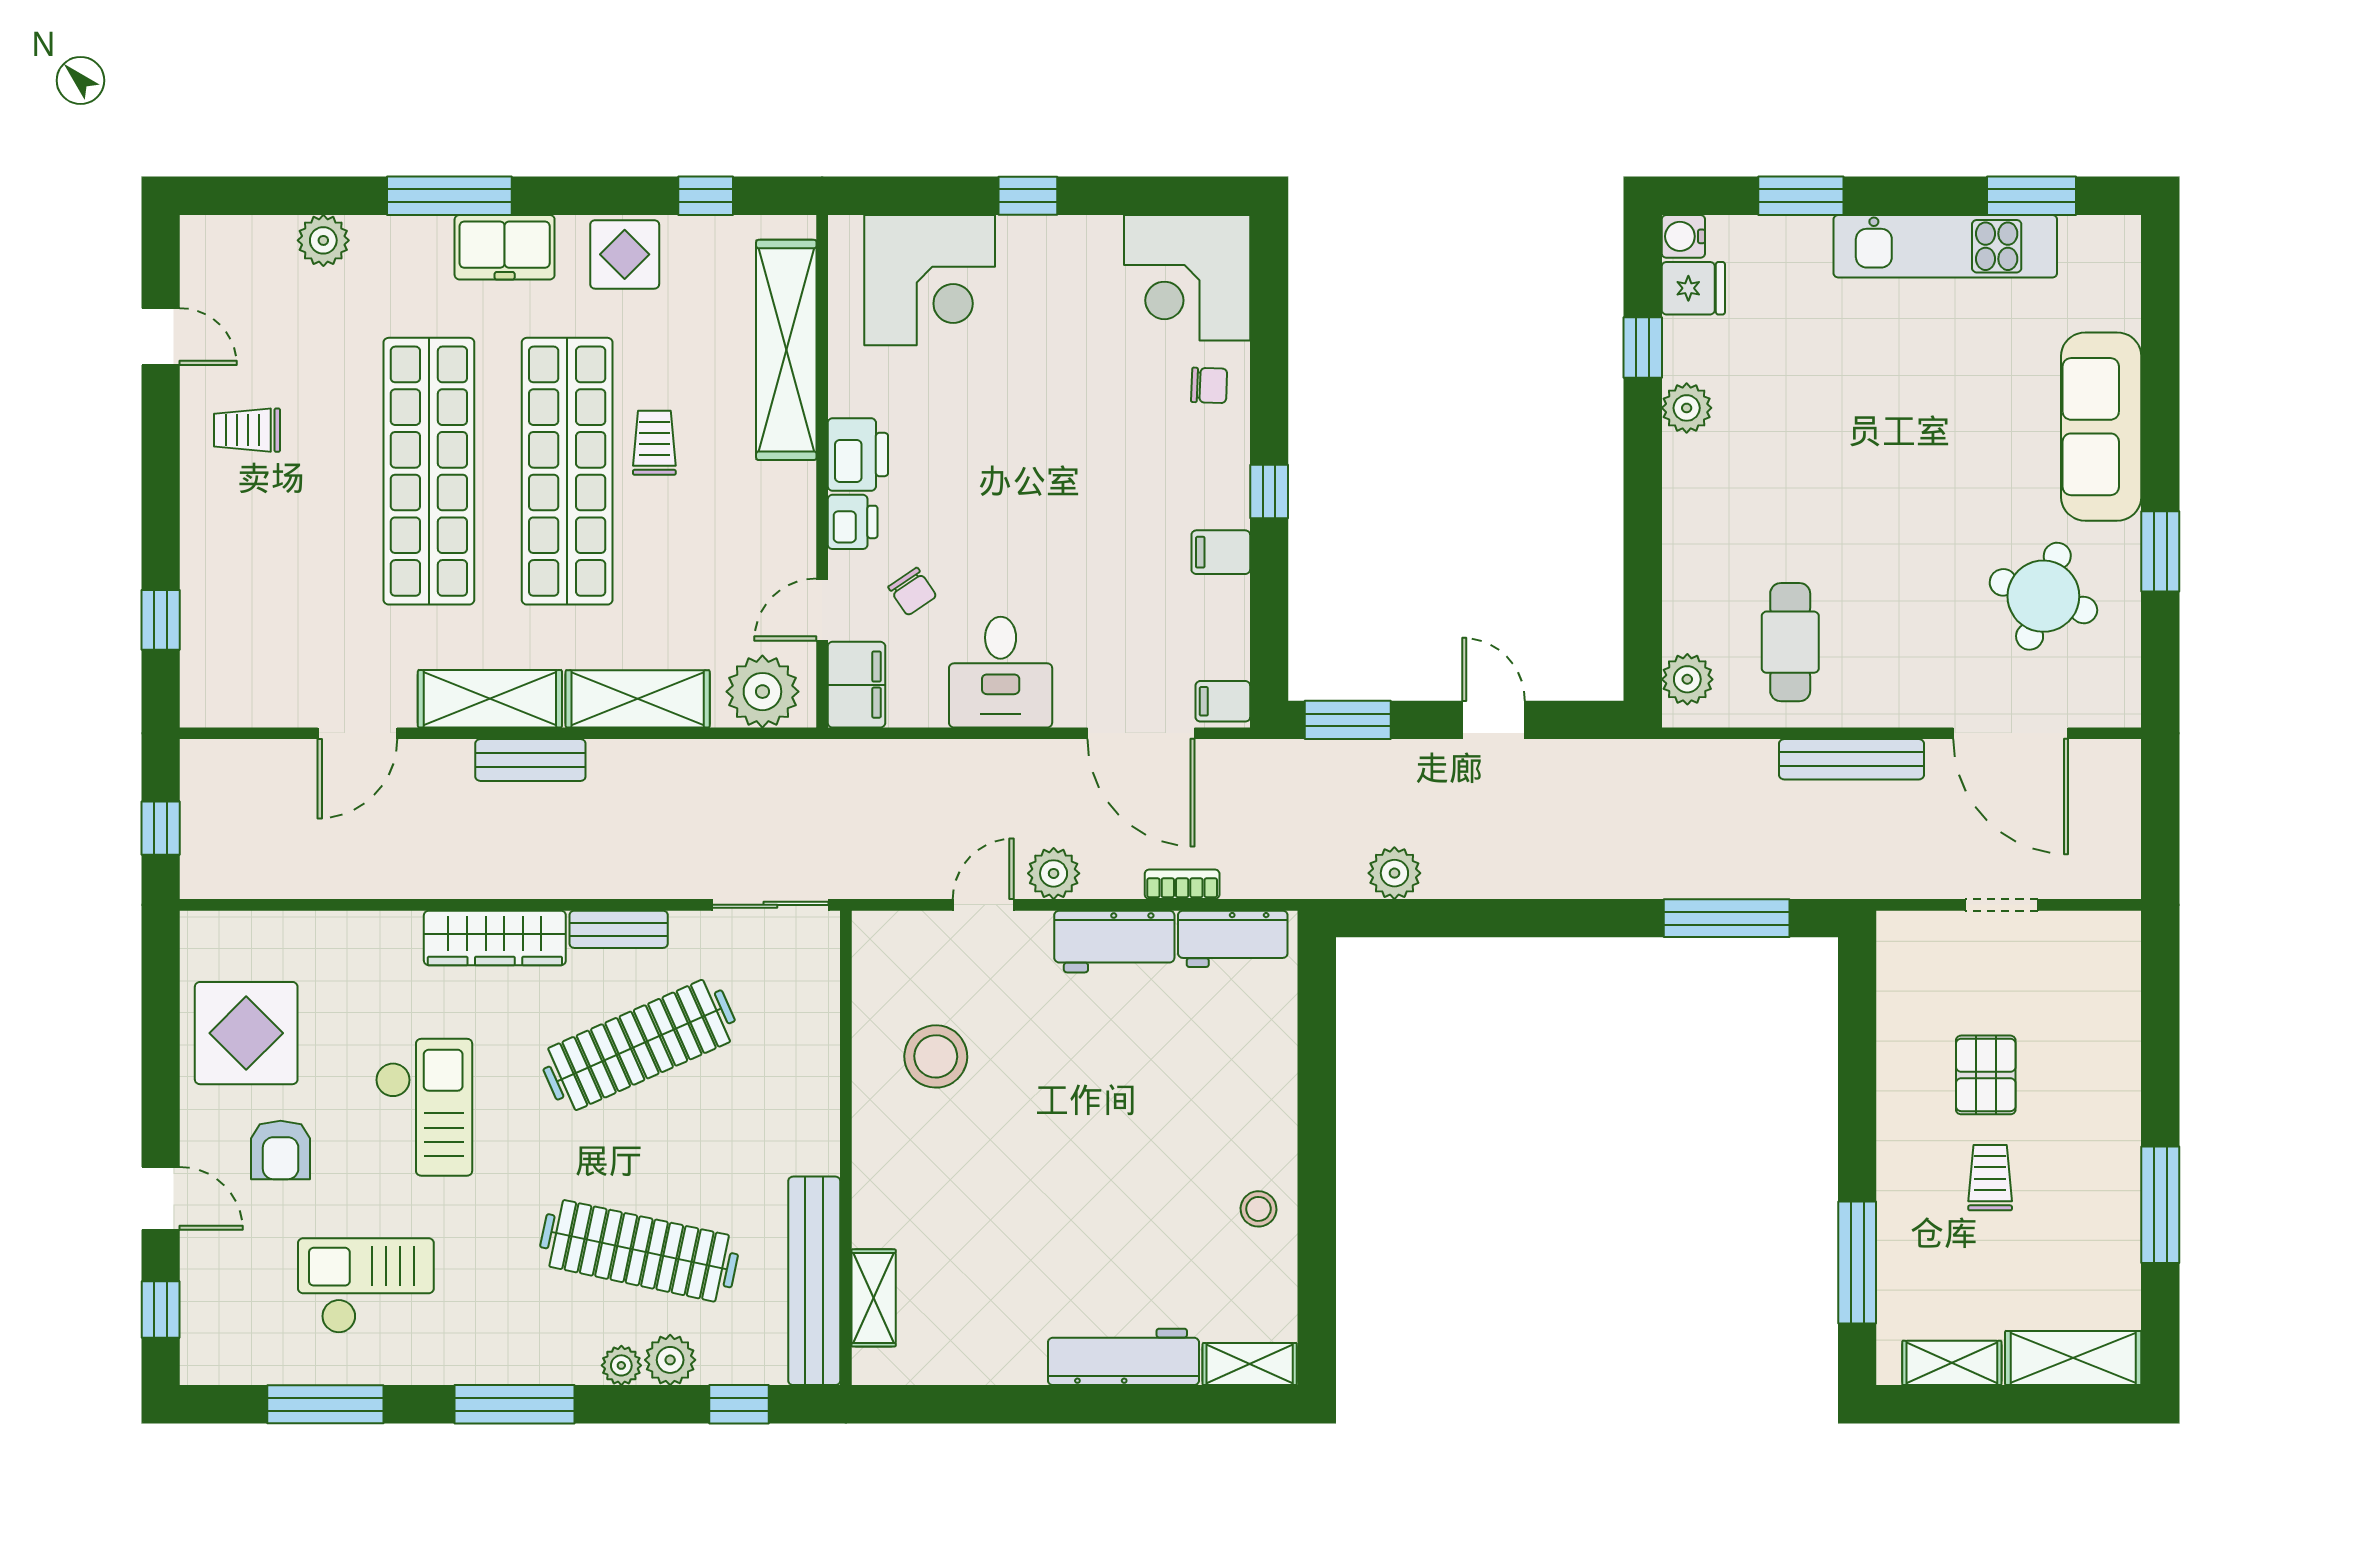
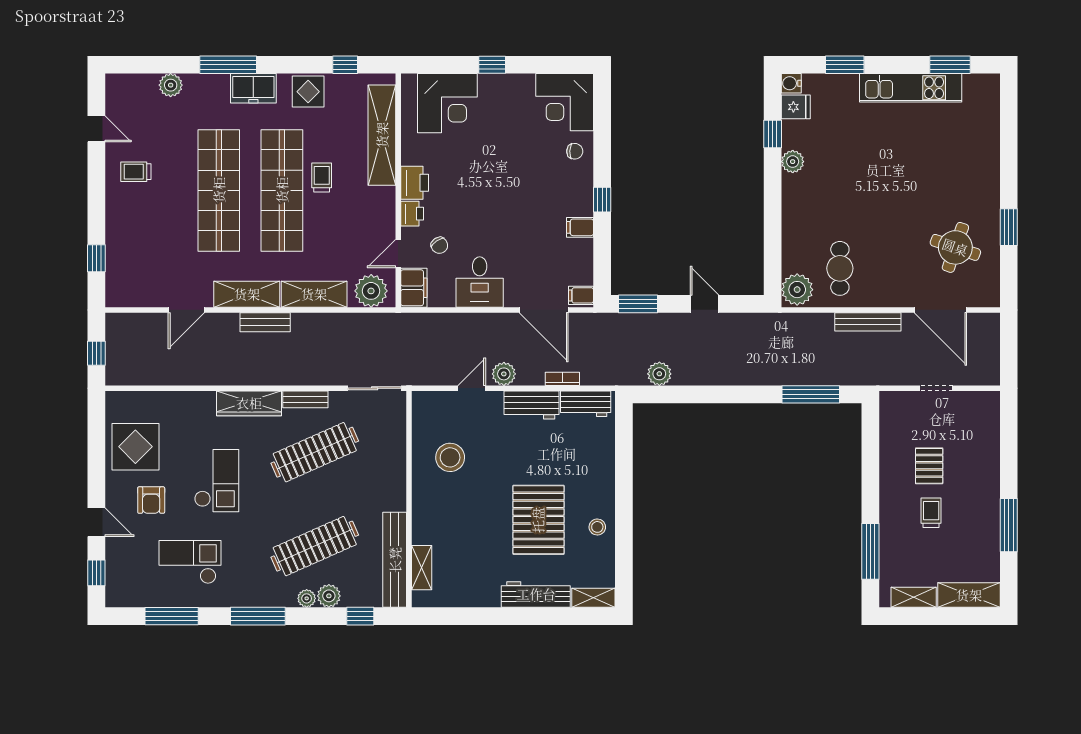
sofa: (2101, 427) -> (982, 170), removed
plant: (1687, 679) -> (797, 290), width x1.36, depth x1.36
pallet: (1129, 1193) -> (538, 520), added
clothes rail: (639, 1251) -> (315, 546), turned -36

